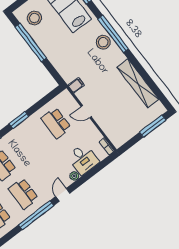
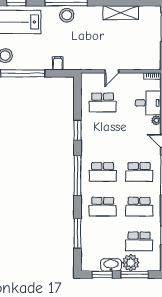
shelving: (138, 83) -> (121, 13), width x0.68
filing cabinet: (76, 85) -> (58, 63), moved

